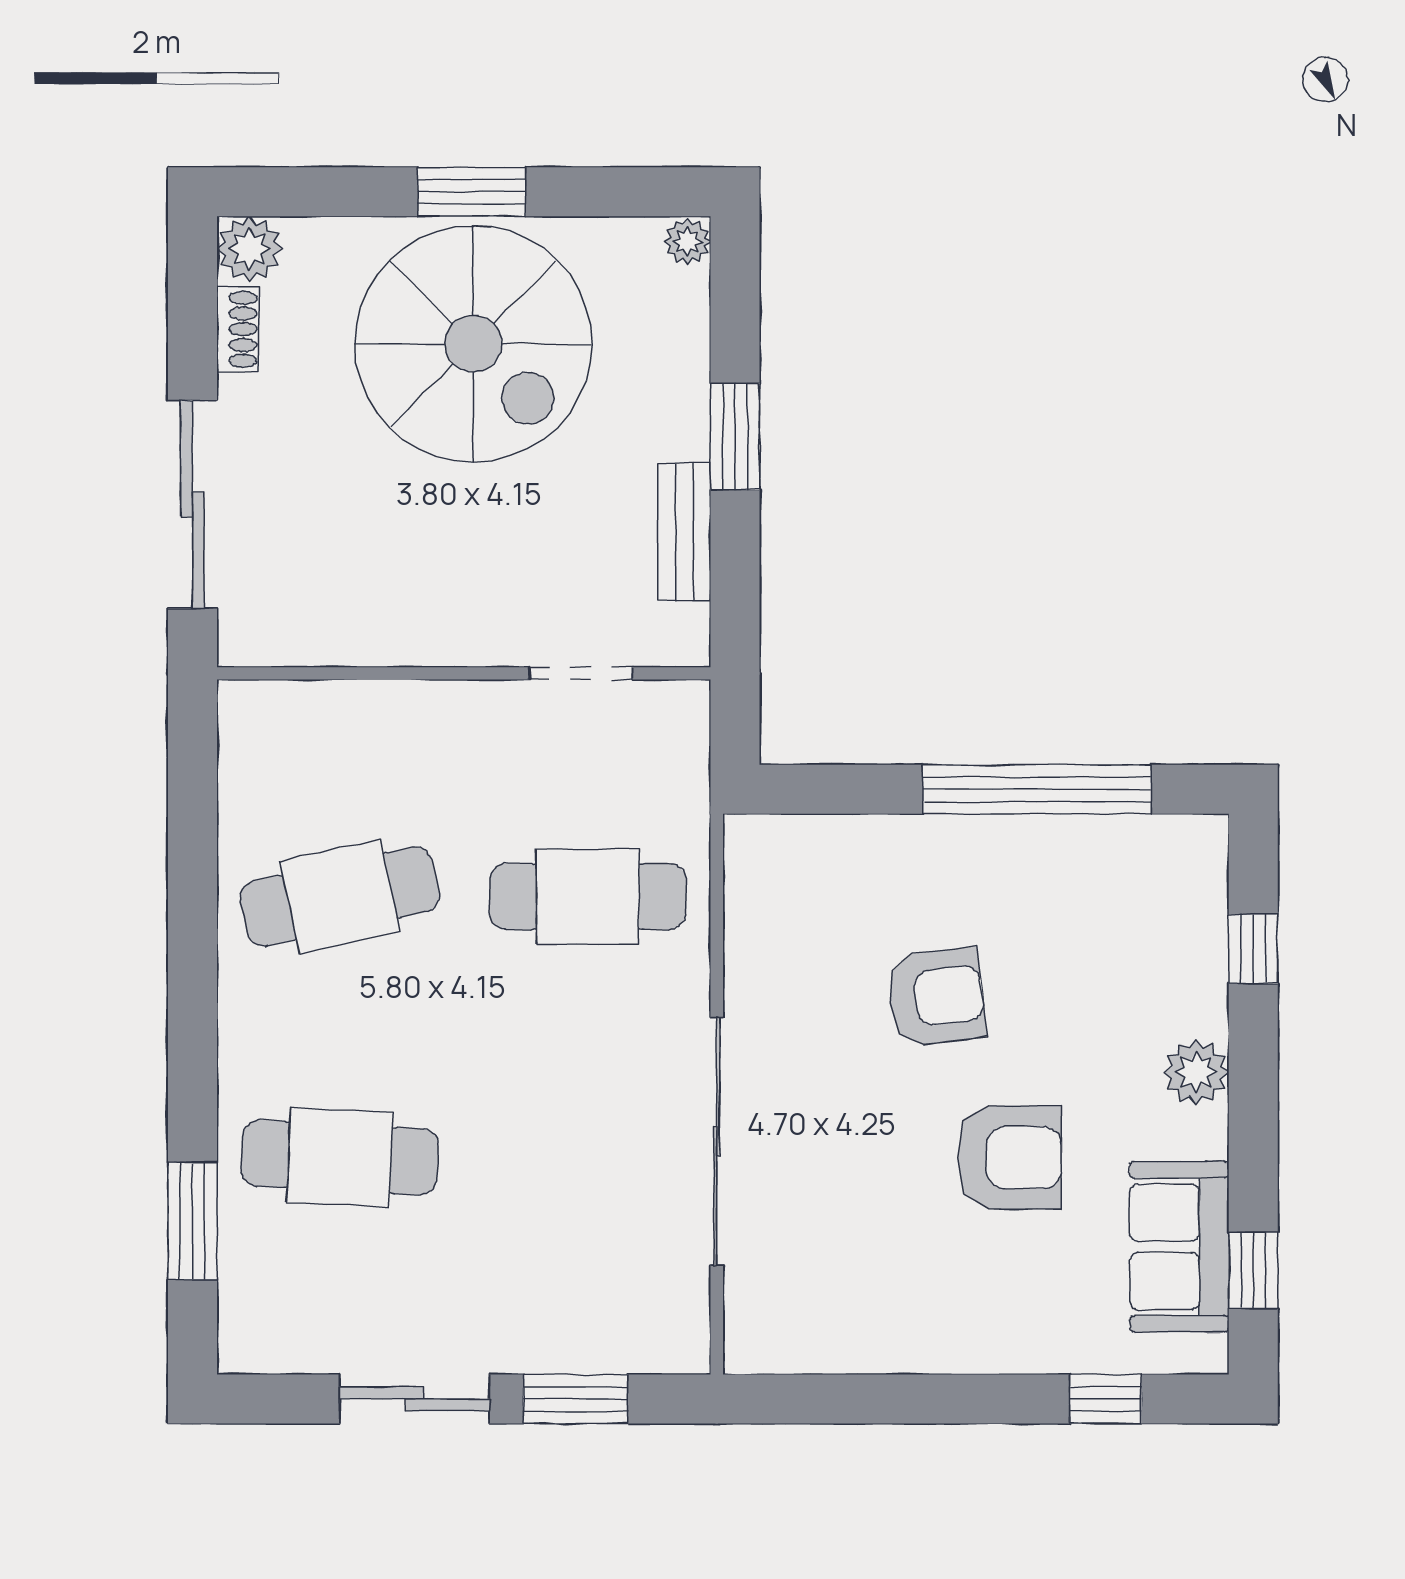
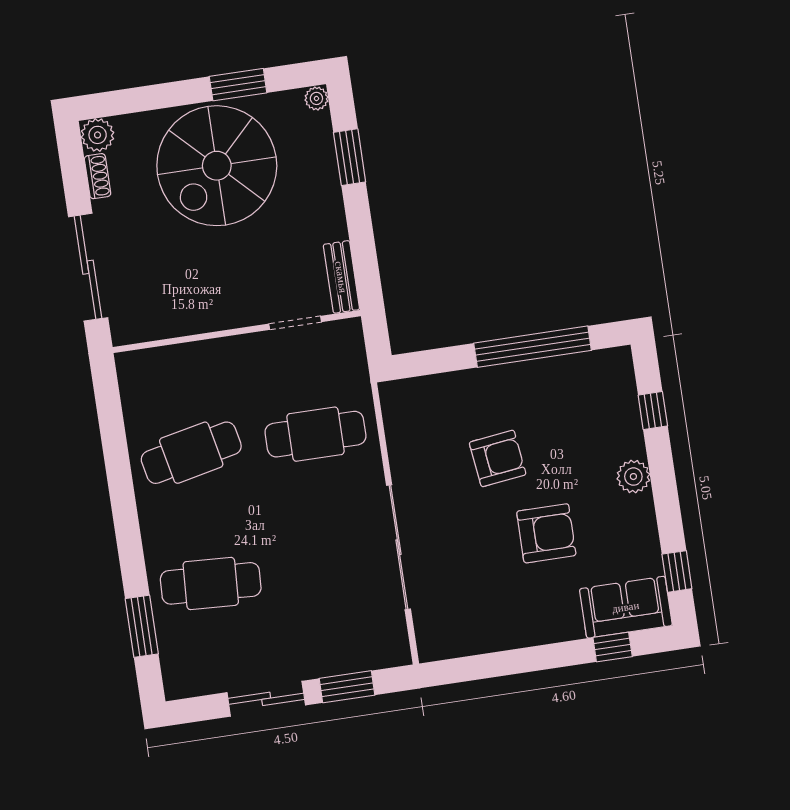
window: (472, 192) -> (238, 85), moved
spiral stairs: (473, 344) -> (217, 166), turned 90
window: (735, 437) -> (350, 157), moved
bench: (684, 532) -> (341, 277), moved
sofa: (1179, 1247) -> (626, 607), moved, turned 90

